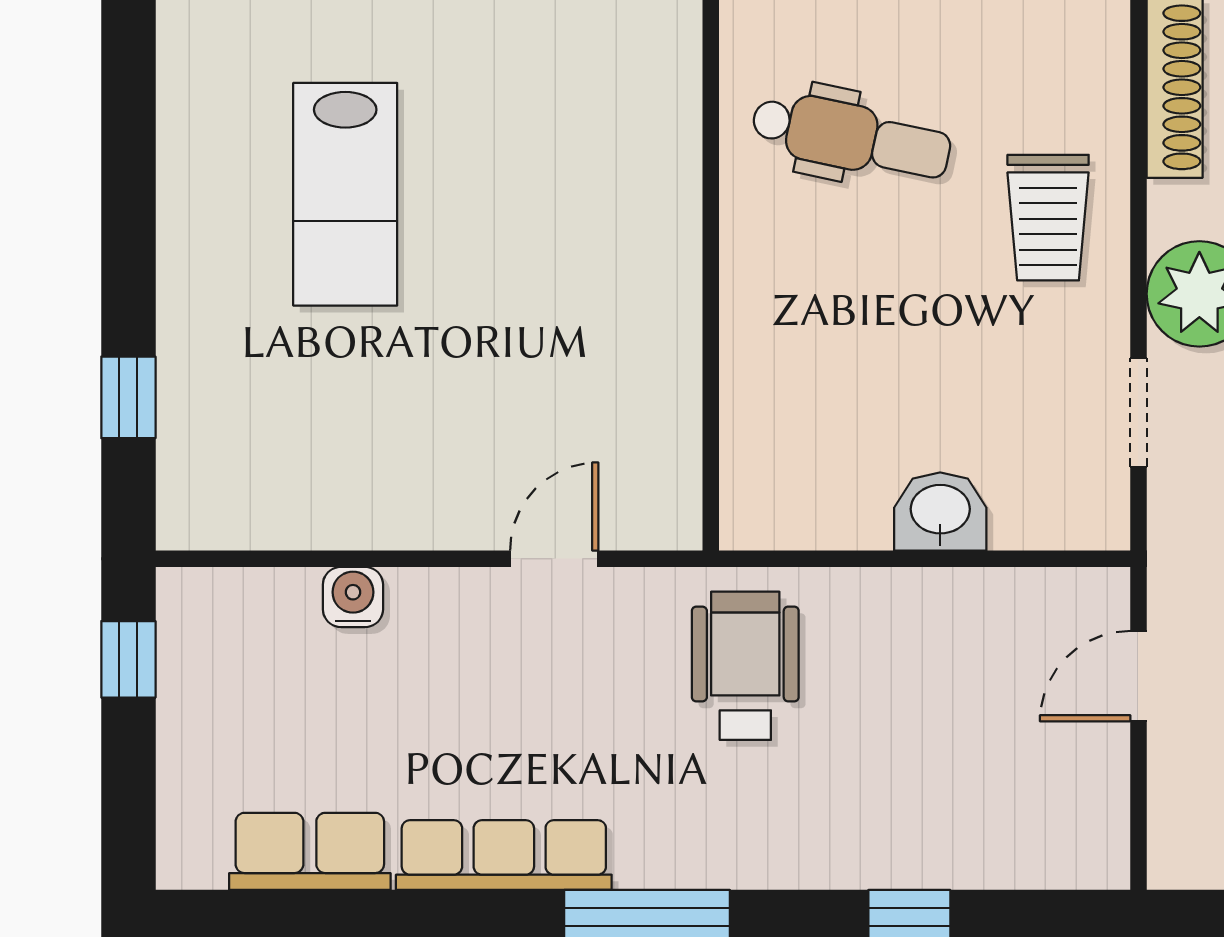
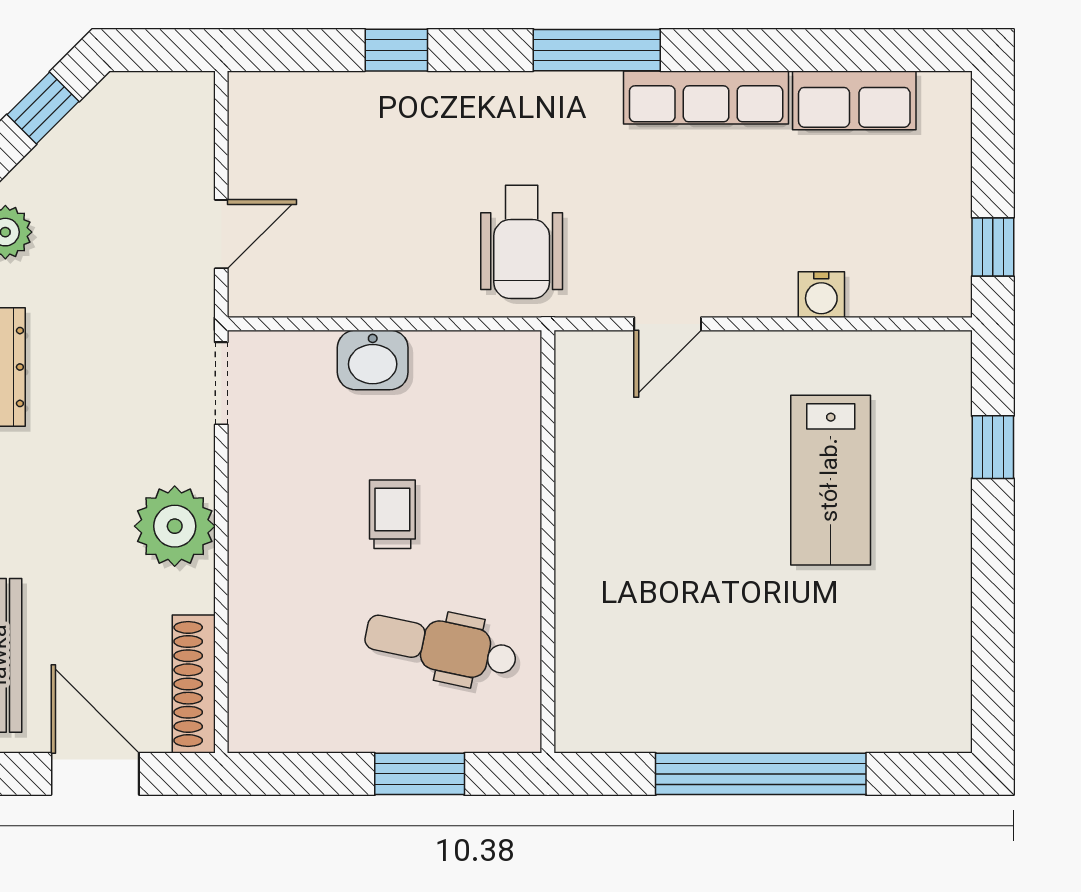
lab bench: (345, 194) -> (831, 480), moved, turned 180
trolley: (1048, 218) -> (392, 514), moved, width x0.73, depth x0.72
doorway: (1138, 412) -> (221, 383), moved

